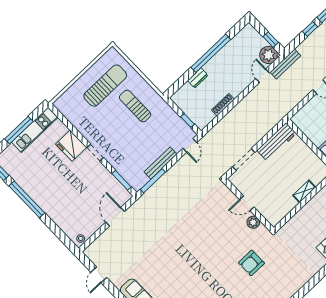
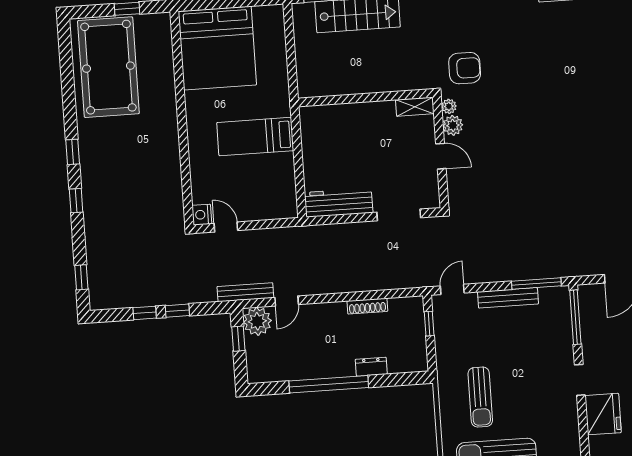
window: (122, 180) -> (575, 317), width x1.44
shelving: (304, 191) -> (415, 107), moved
plant: (262, 230) -> (449, 106), added
armchair: (251, 263) -> (465, 68), moved

